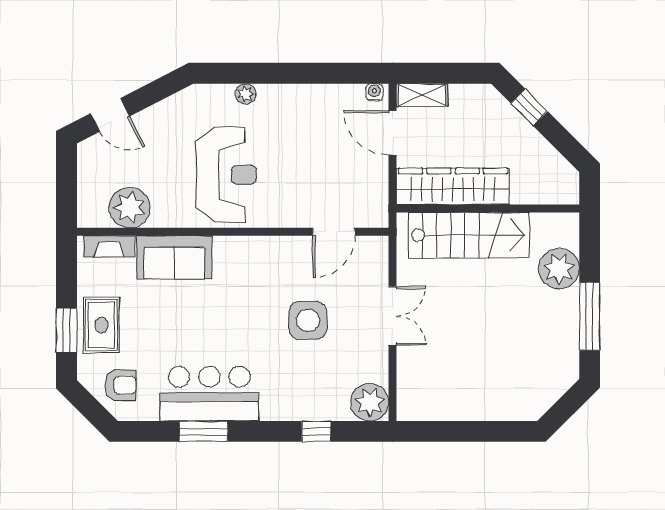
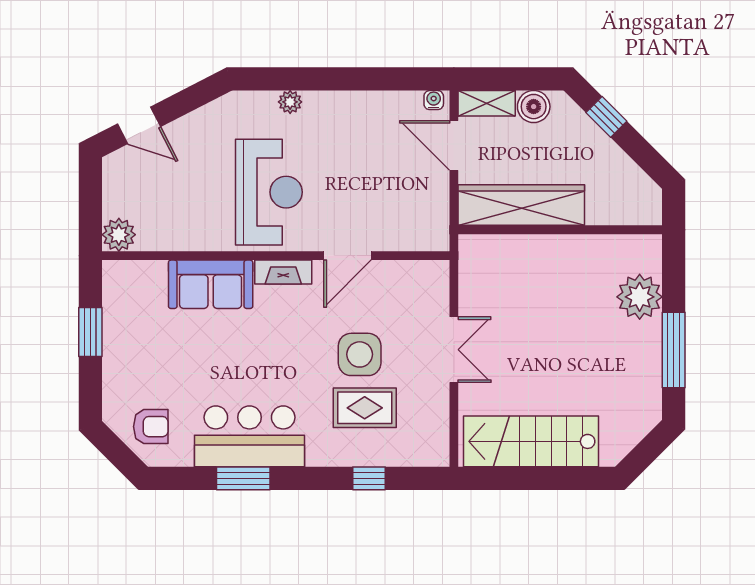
boiler: (464, 98) -> (534, 107), added
plant: (130, 208) -> (119, 235), moved, width x0.73, depth x0.73
door: (334, 232) -> (348, 256), moved
stairs: (469, 235) -> (531, 441), moved, turned 180
fireplace: (109, 246) -> (283, 272), moved
rug: (101, 325) -> (365, 408), moved, turned 90
window: (67, 330) -> (90, 332), moved
plant: (370, 402) -> (428, 446), removed

